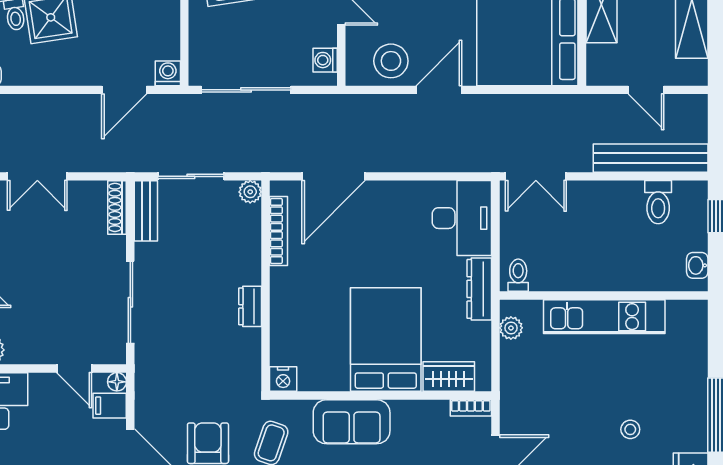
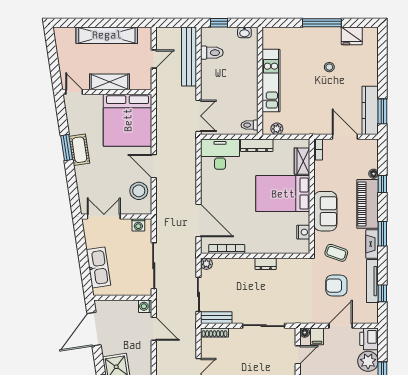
nightstand: (283, 379) -> (303, 232), moved

